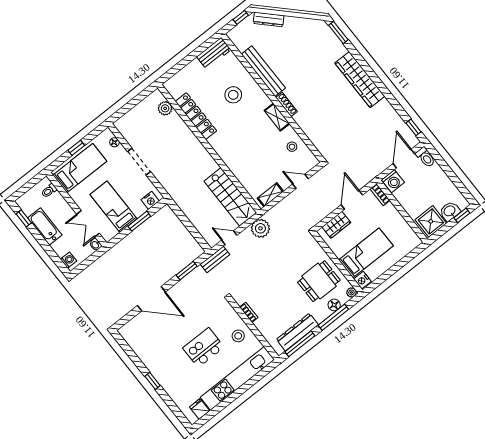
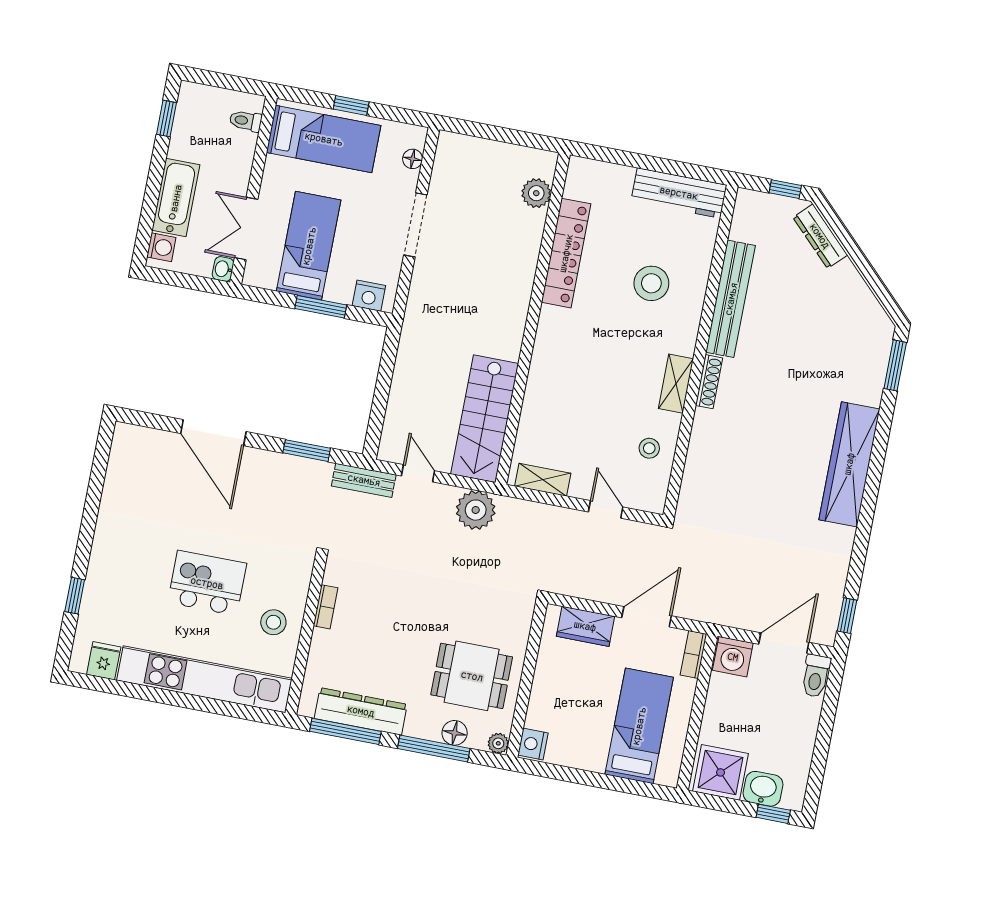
workbench: (214, 53) -> (679, 193), width x1.38
bathtub: (45, 227) -> (176, 198), moved
bed: (366, 253) -> (639, 726), moved, turned -90
window: (152, 381) -> (75, 596), moved

